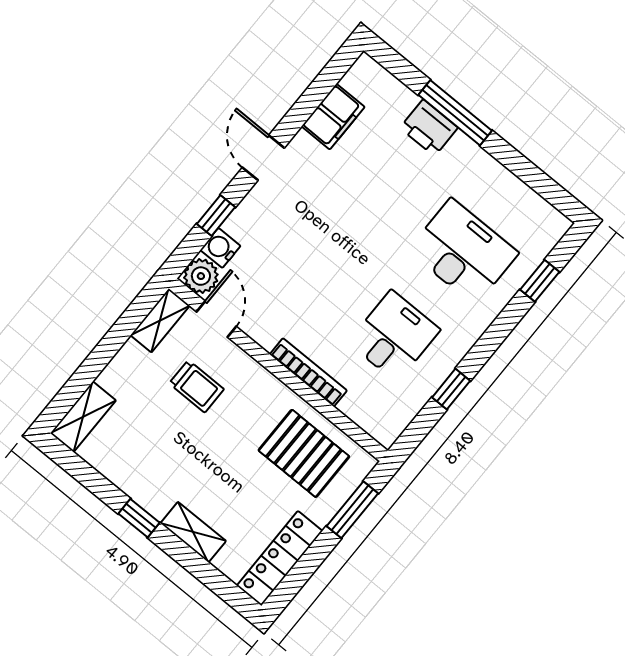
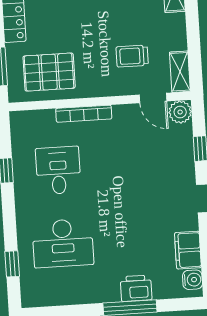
water cooler: (220, 248) -> (192, 280), moved
desk: (394, 336) -> (58, 170), turned 180

